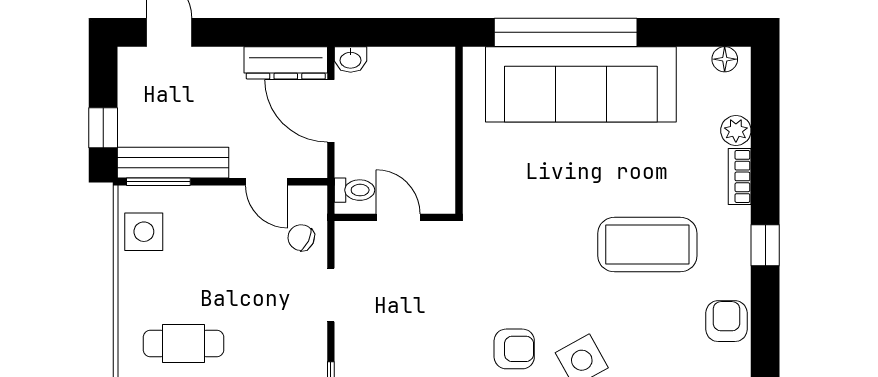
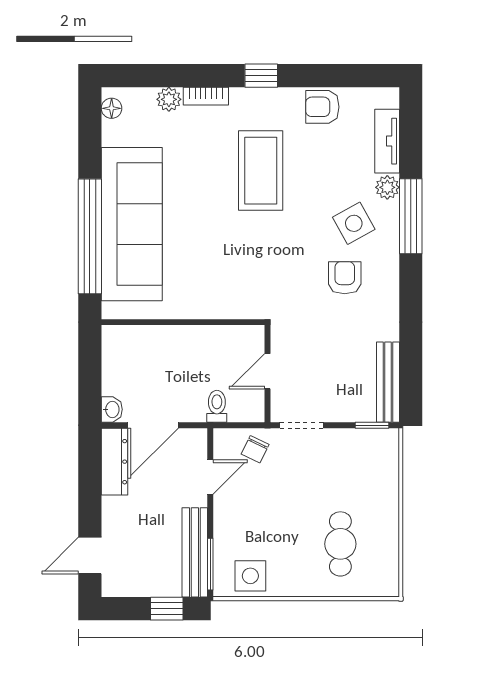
wall: (395, 217) -> (267, 374), moved
door: (398, 217) -> (267, 371), moved

